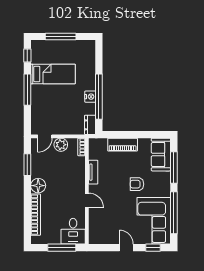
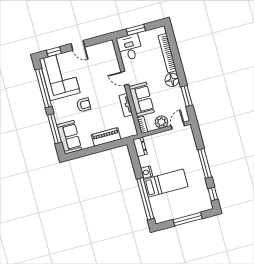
bed: (53, 74) -> (166, 183), moved, turned 180
window: (99, 97) -> (145, 199), moved
sofa: (75, 174) -> (141, 99), added
window: (62, 248) -> (136, 30), width x0.69

